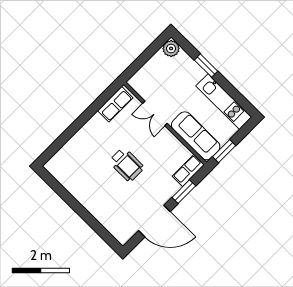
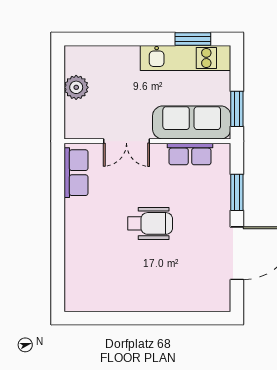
plant: (171, 48) -> (76, 87), moved
window: (206, 66) -> (193, 39), moved
row of seats: (188, 170) -> (190, 154), moved, turned -90

